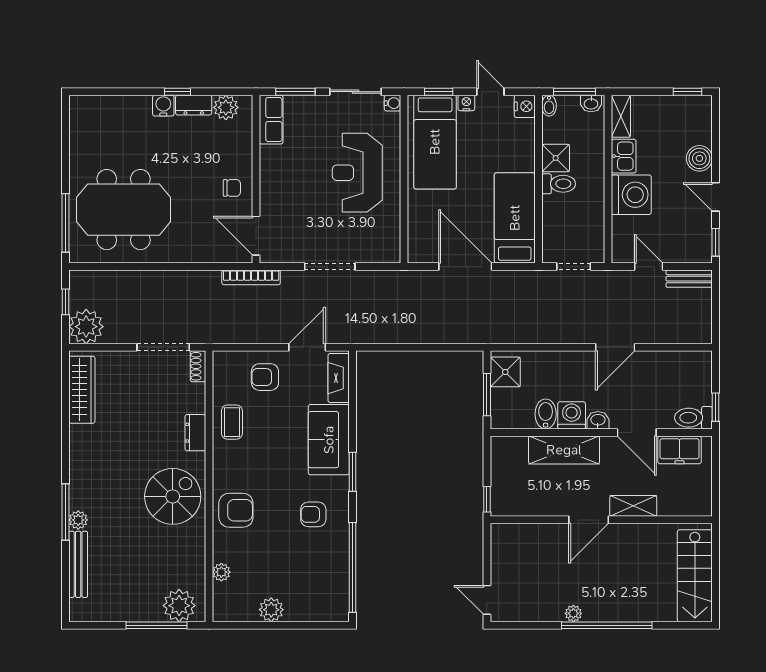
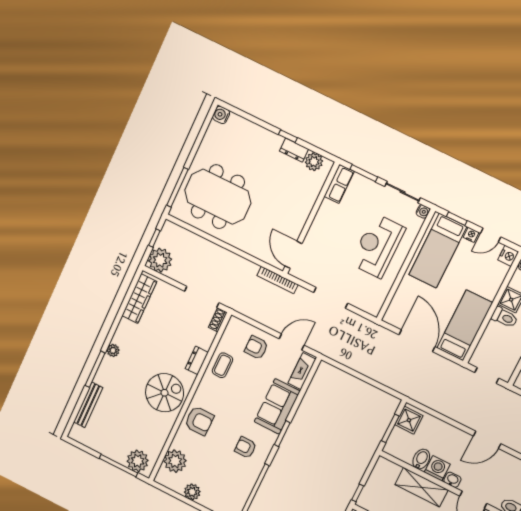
door: (490, 92) -> (491, 235), swing flipped
water cooler: (163, 106) -> (221, 115), moved, turned -90
chair: (232, 188) -> (293, 216), removed
plant: (78, 520) -> (113, 350), moved
plant: (221, 572) -> (175, 461), width x1.88, depth x1.88

